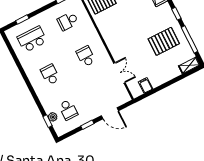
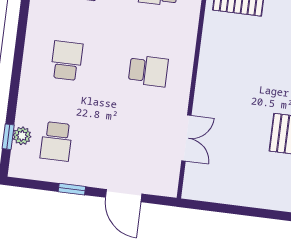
school desk: (86, 56) -> (148, 71), turned 90
filing cabinet: (146, 85) -> (216, 189), removed

